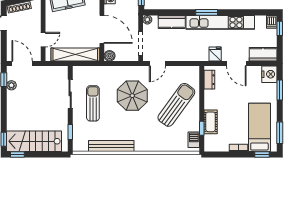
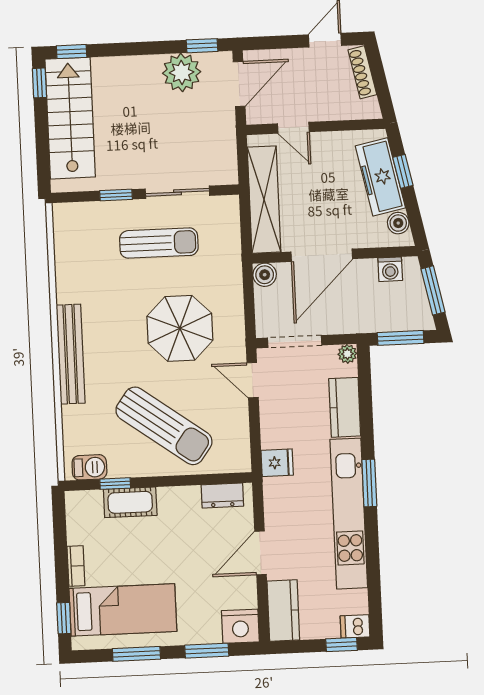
fridge: (215, 54) -> (277, 463), moved
plant: (11, 85) -> (182, 72), width x1.88, depth x1.88
window: (70, 132) -> (116, 195), moved
window: (280, 133) -> (136, 654), moved
bench: (111, 146) -> (71, 354), moved

